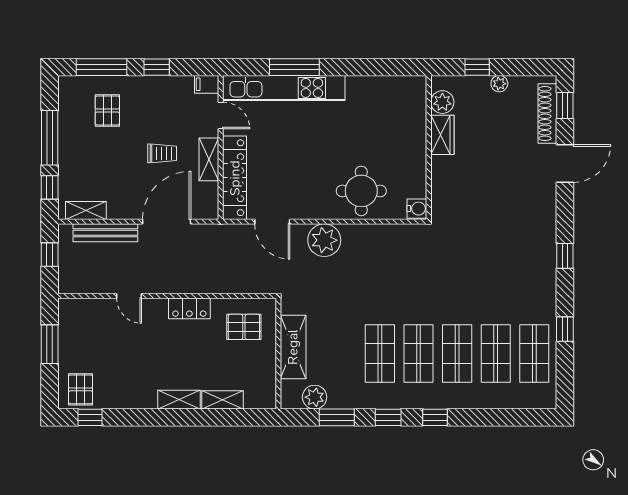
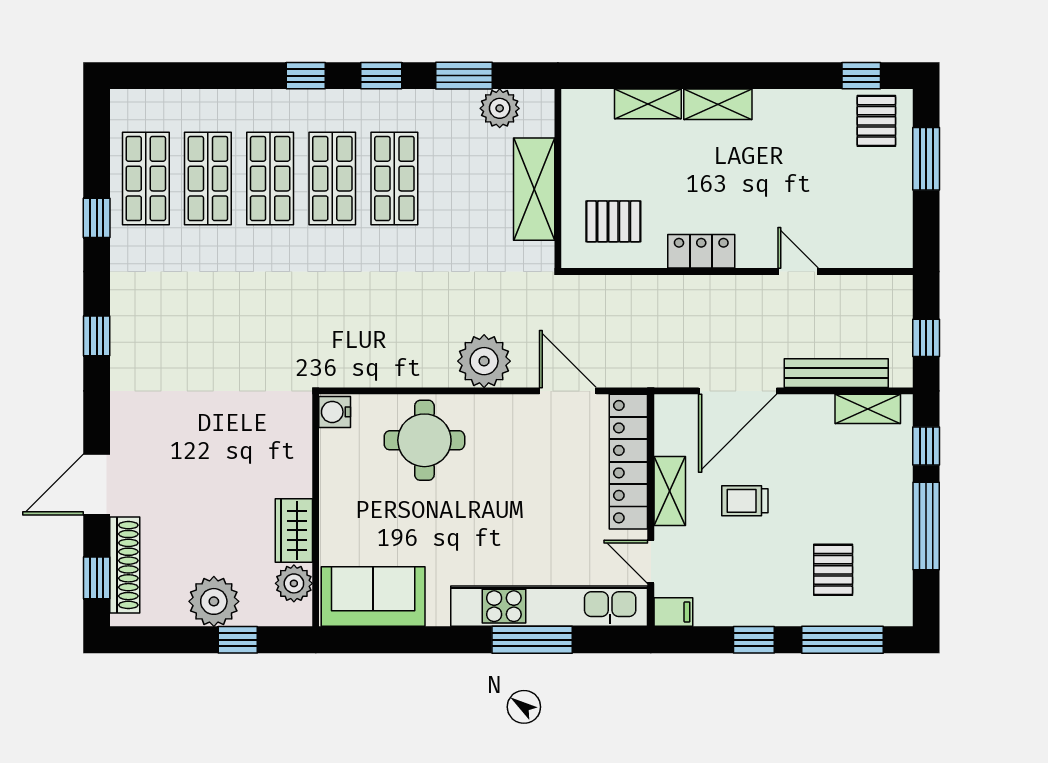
plant: (499, 84) -> (214, 601), width x1.88, depth x1.88
sofa: (393, 94) -> (373, 597), added
window: (50, 344) -> (926, 159), moved

